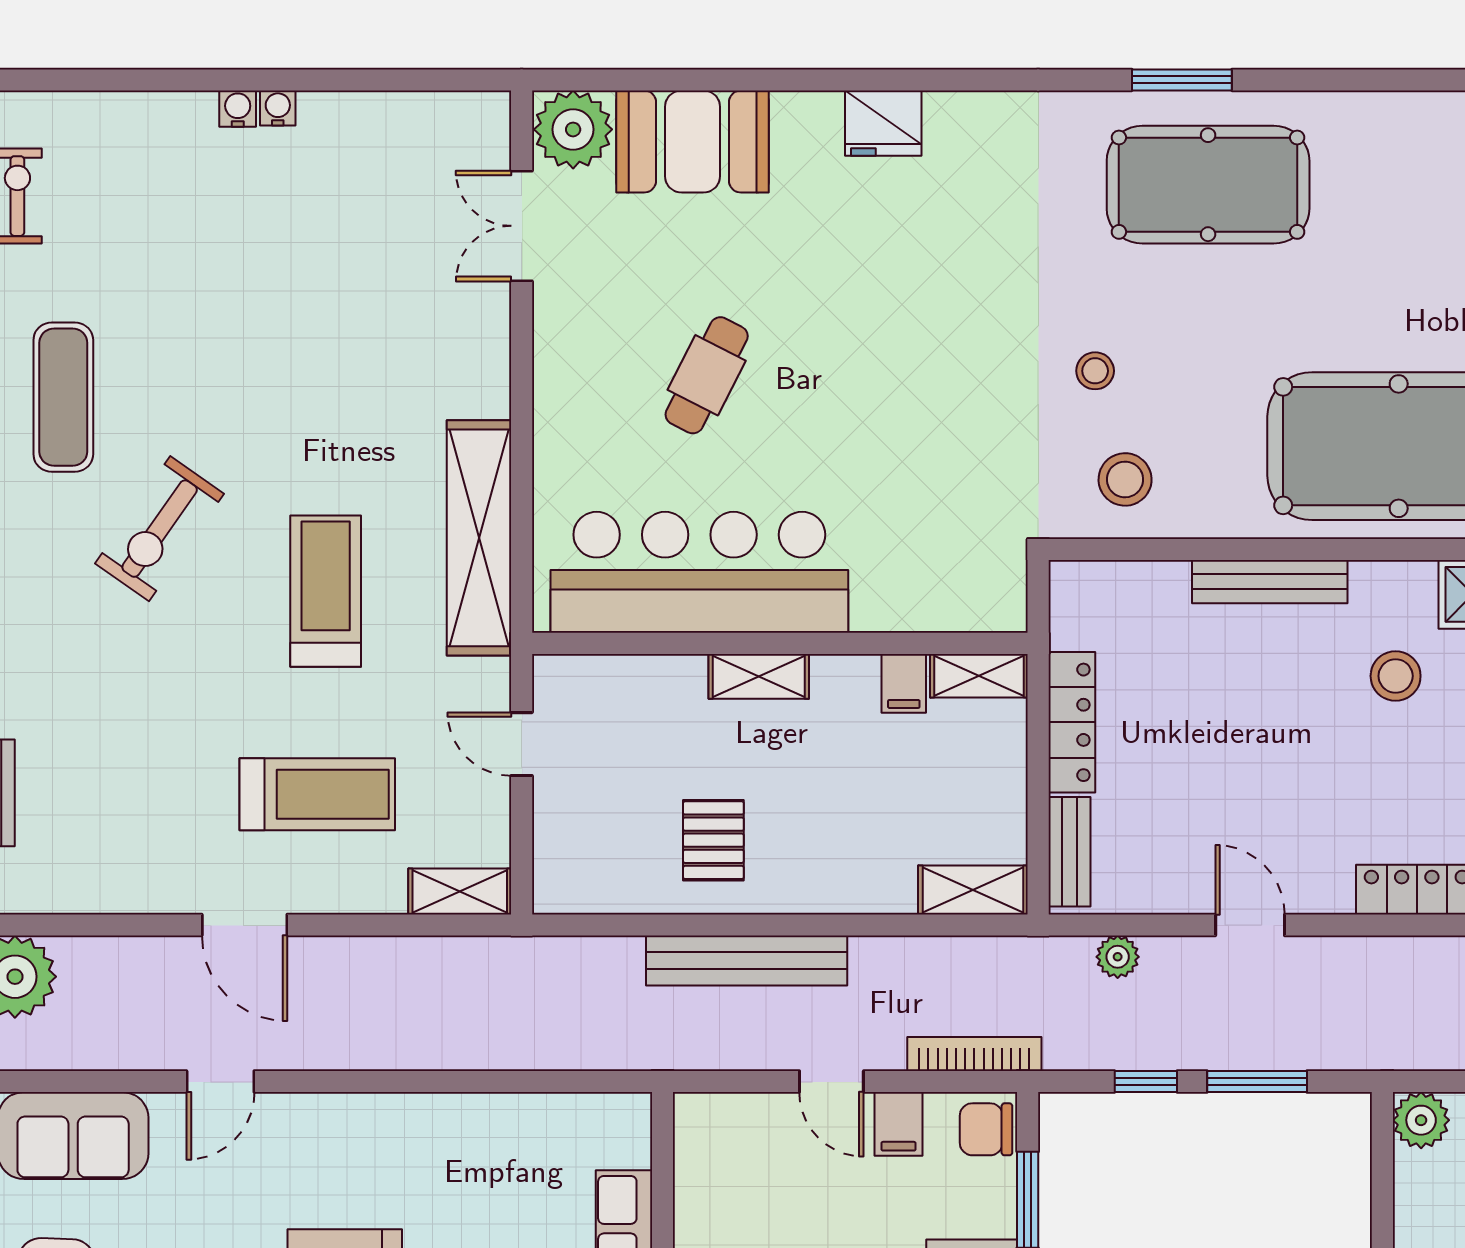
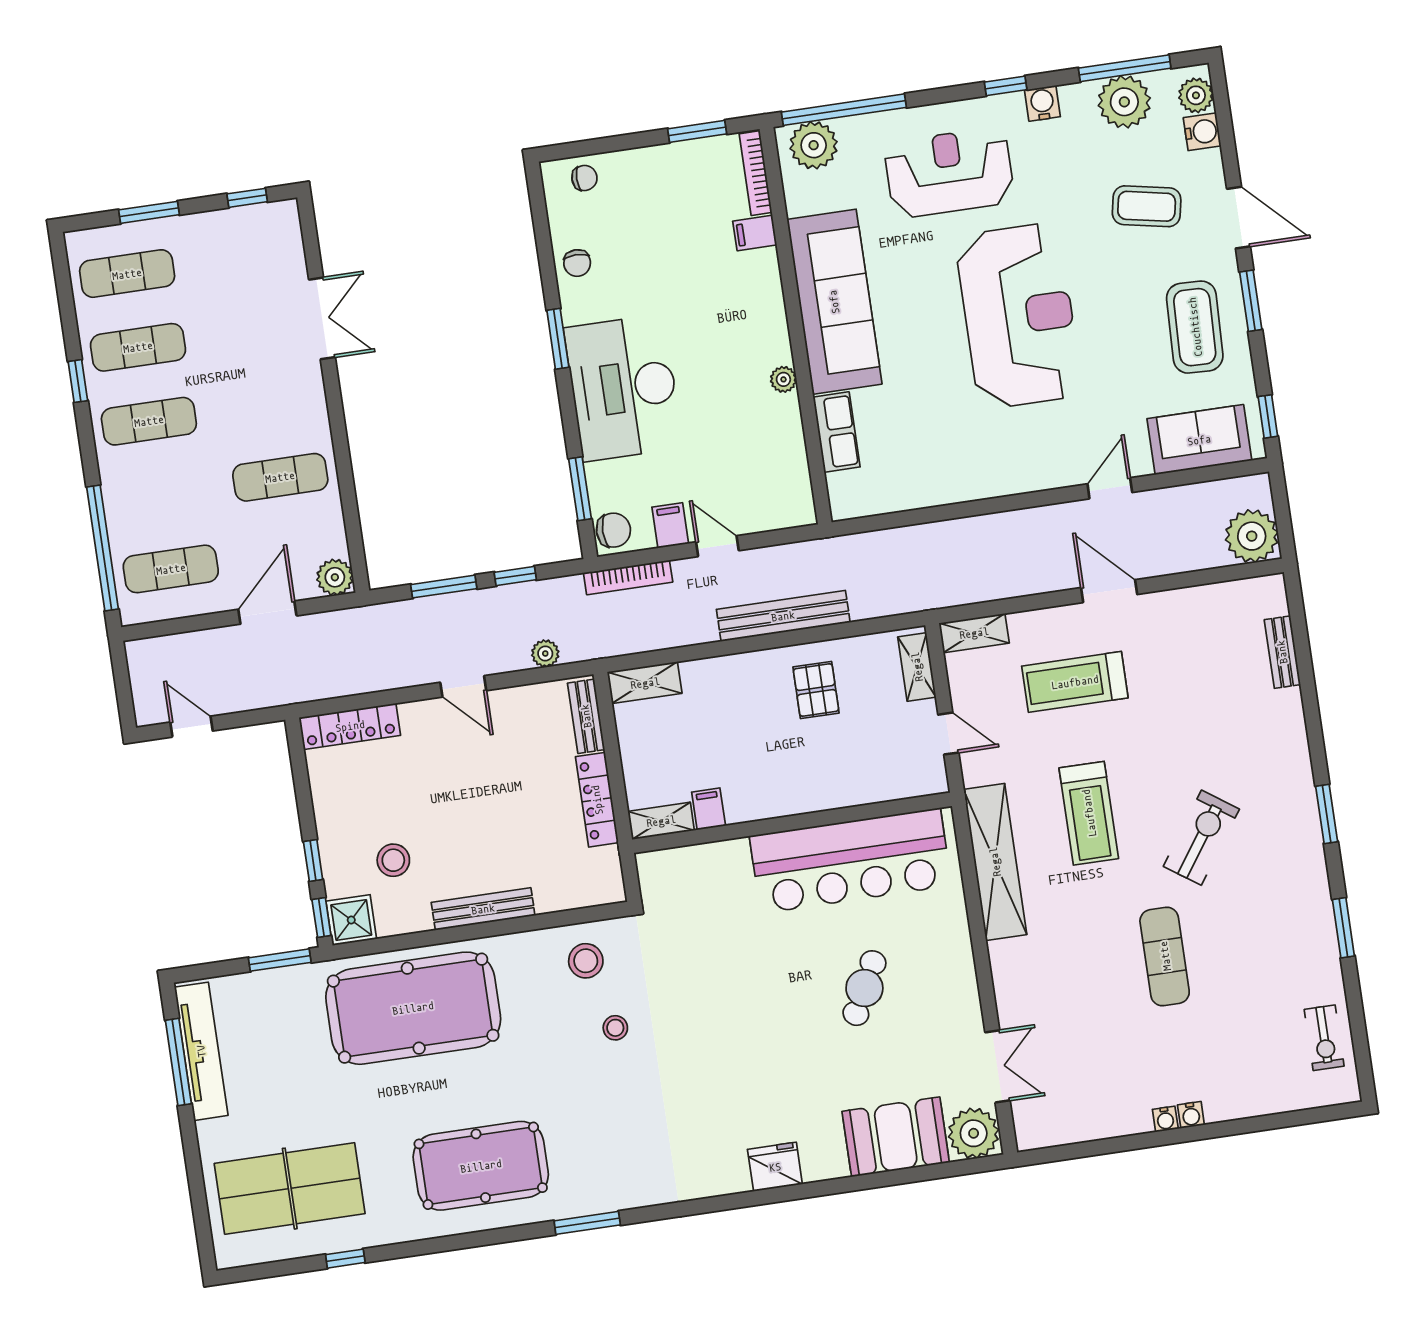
pool table: (1208, 185) -> (481, 1166), moved
exercise mat: (63, 397) -> (1165, 956), moved
shelving: (759, 676) -> (917, 667), moved, turned 90

